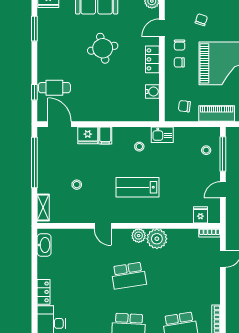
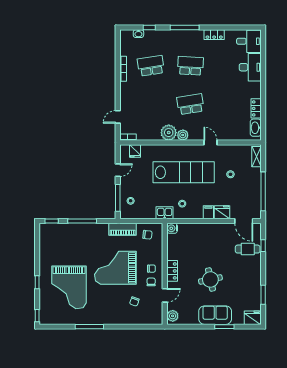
water cooler: (152, 92) -> (172, 228), moved
lab bench: (137, 187) -> (184, 172), width x1.86, depth x1.39
locker: (43, 292) -> (256, 108), moved

